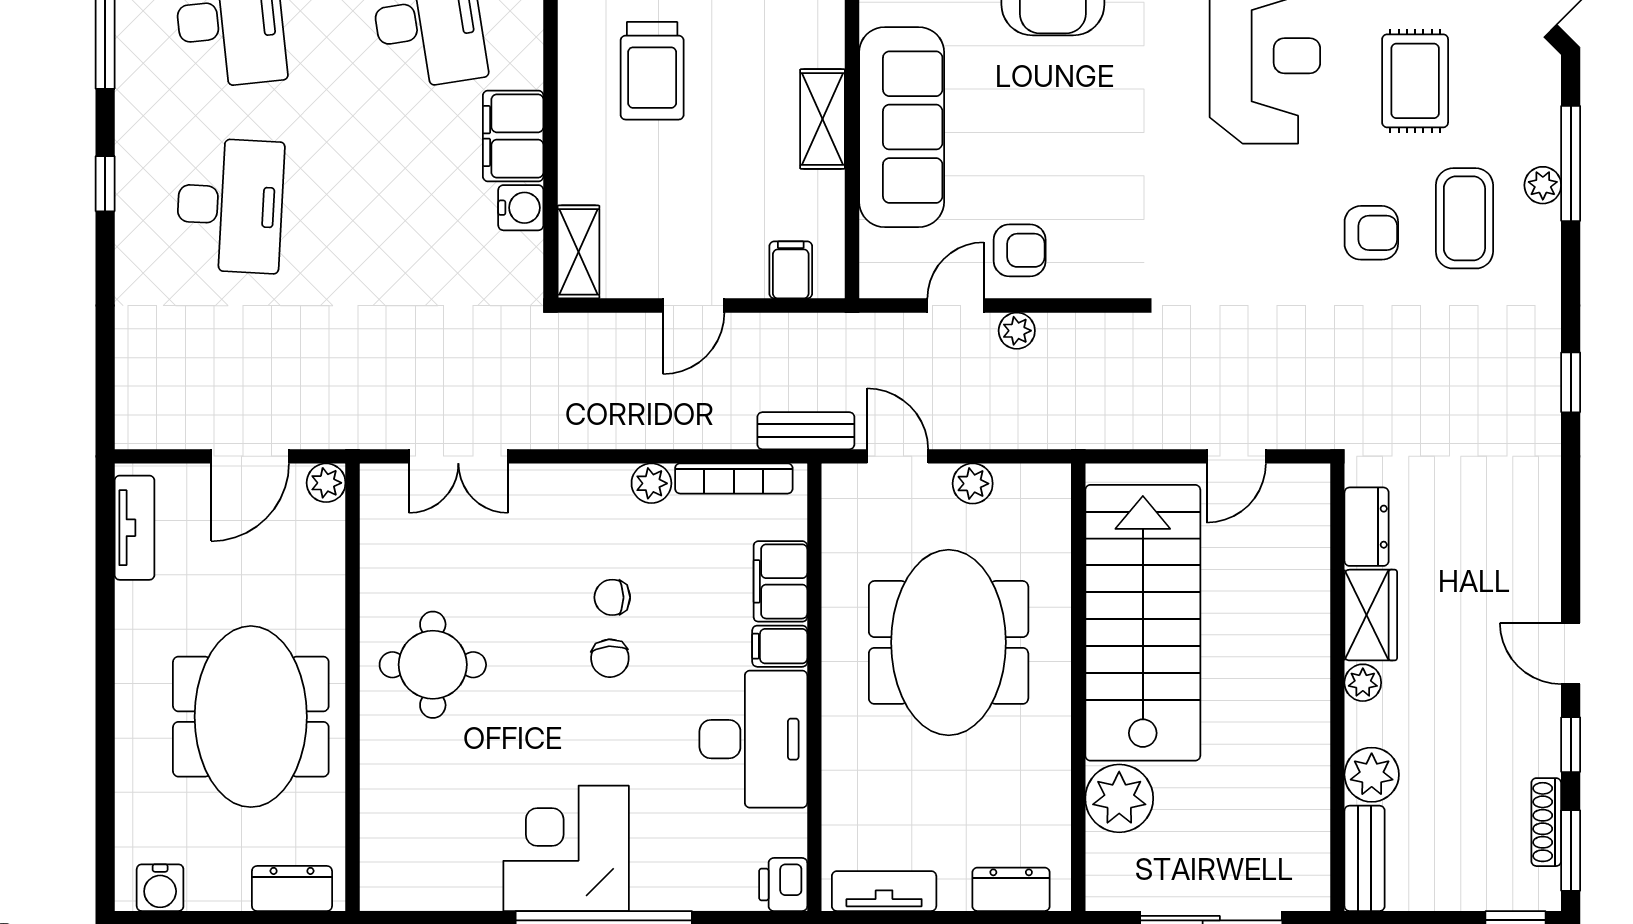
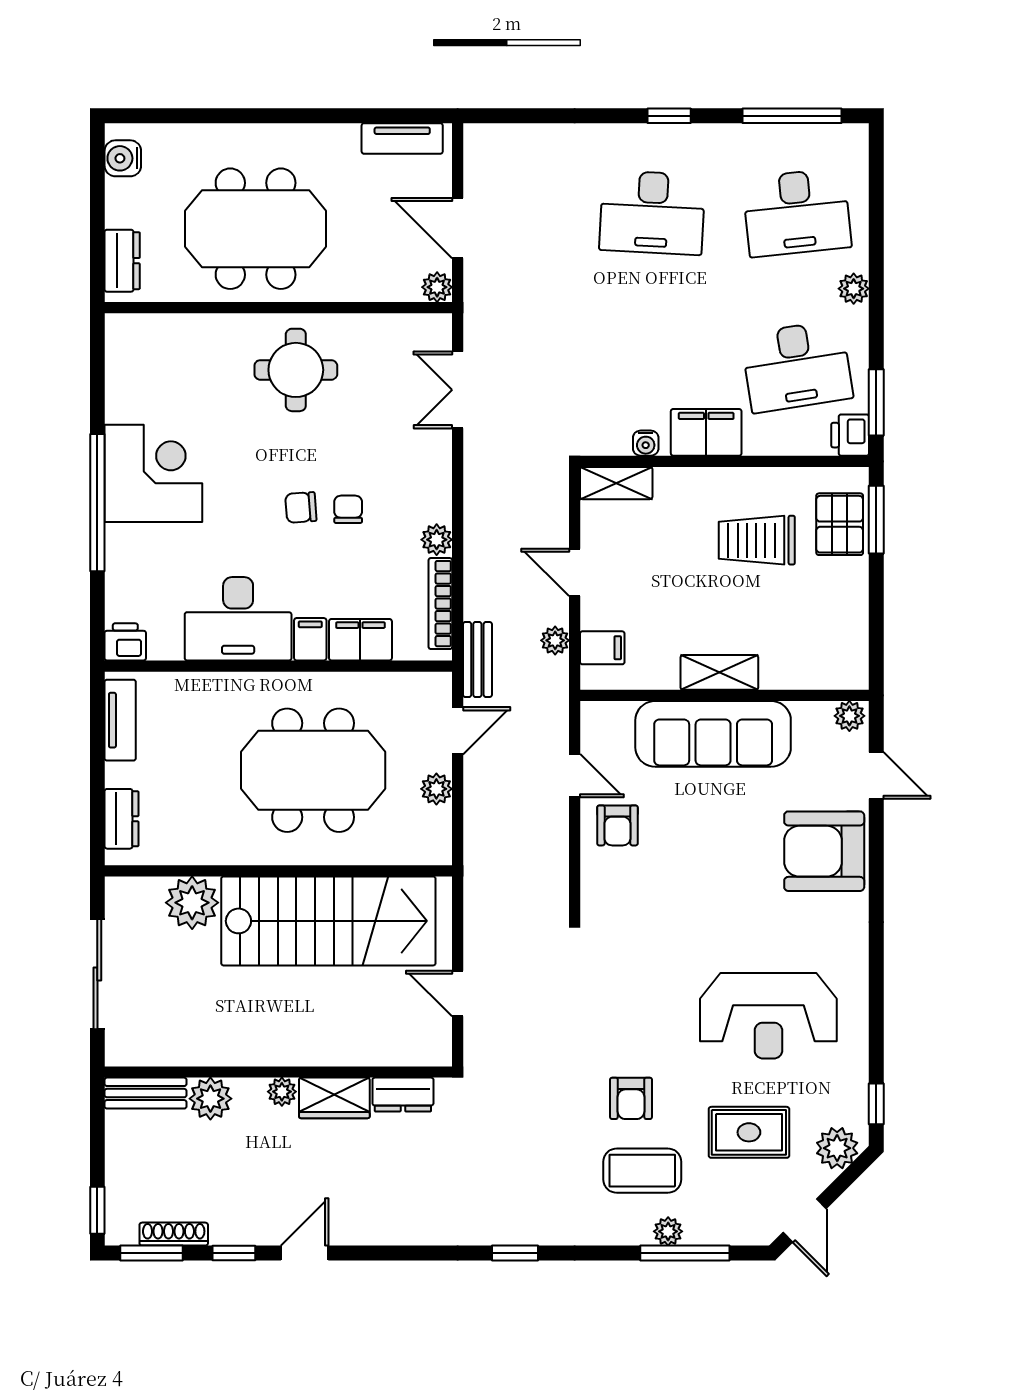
water cooler: (521, 208) -> (646, 443), width x0.72, depth x0.72
plant: (1017, 331) -> (555, 640), moved

